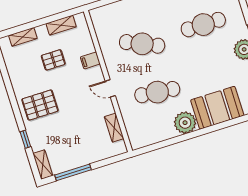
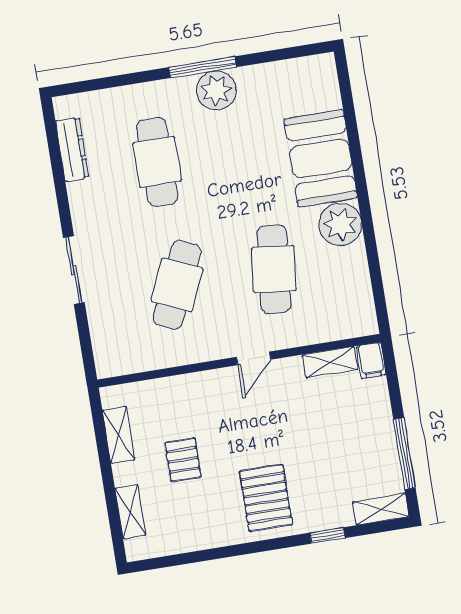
filing cabinet: (90, 60) -> (371, 360), moved

